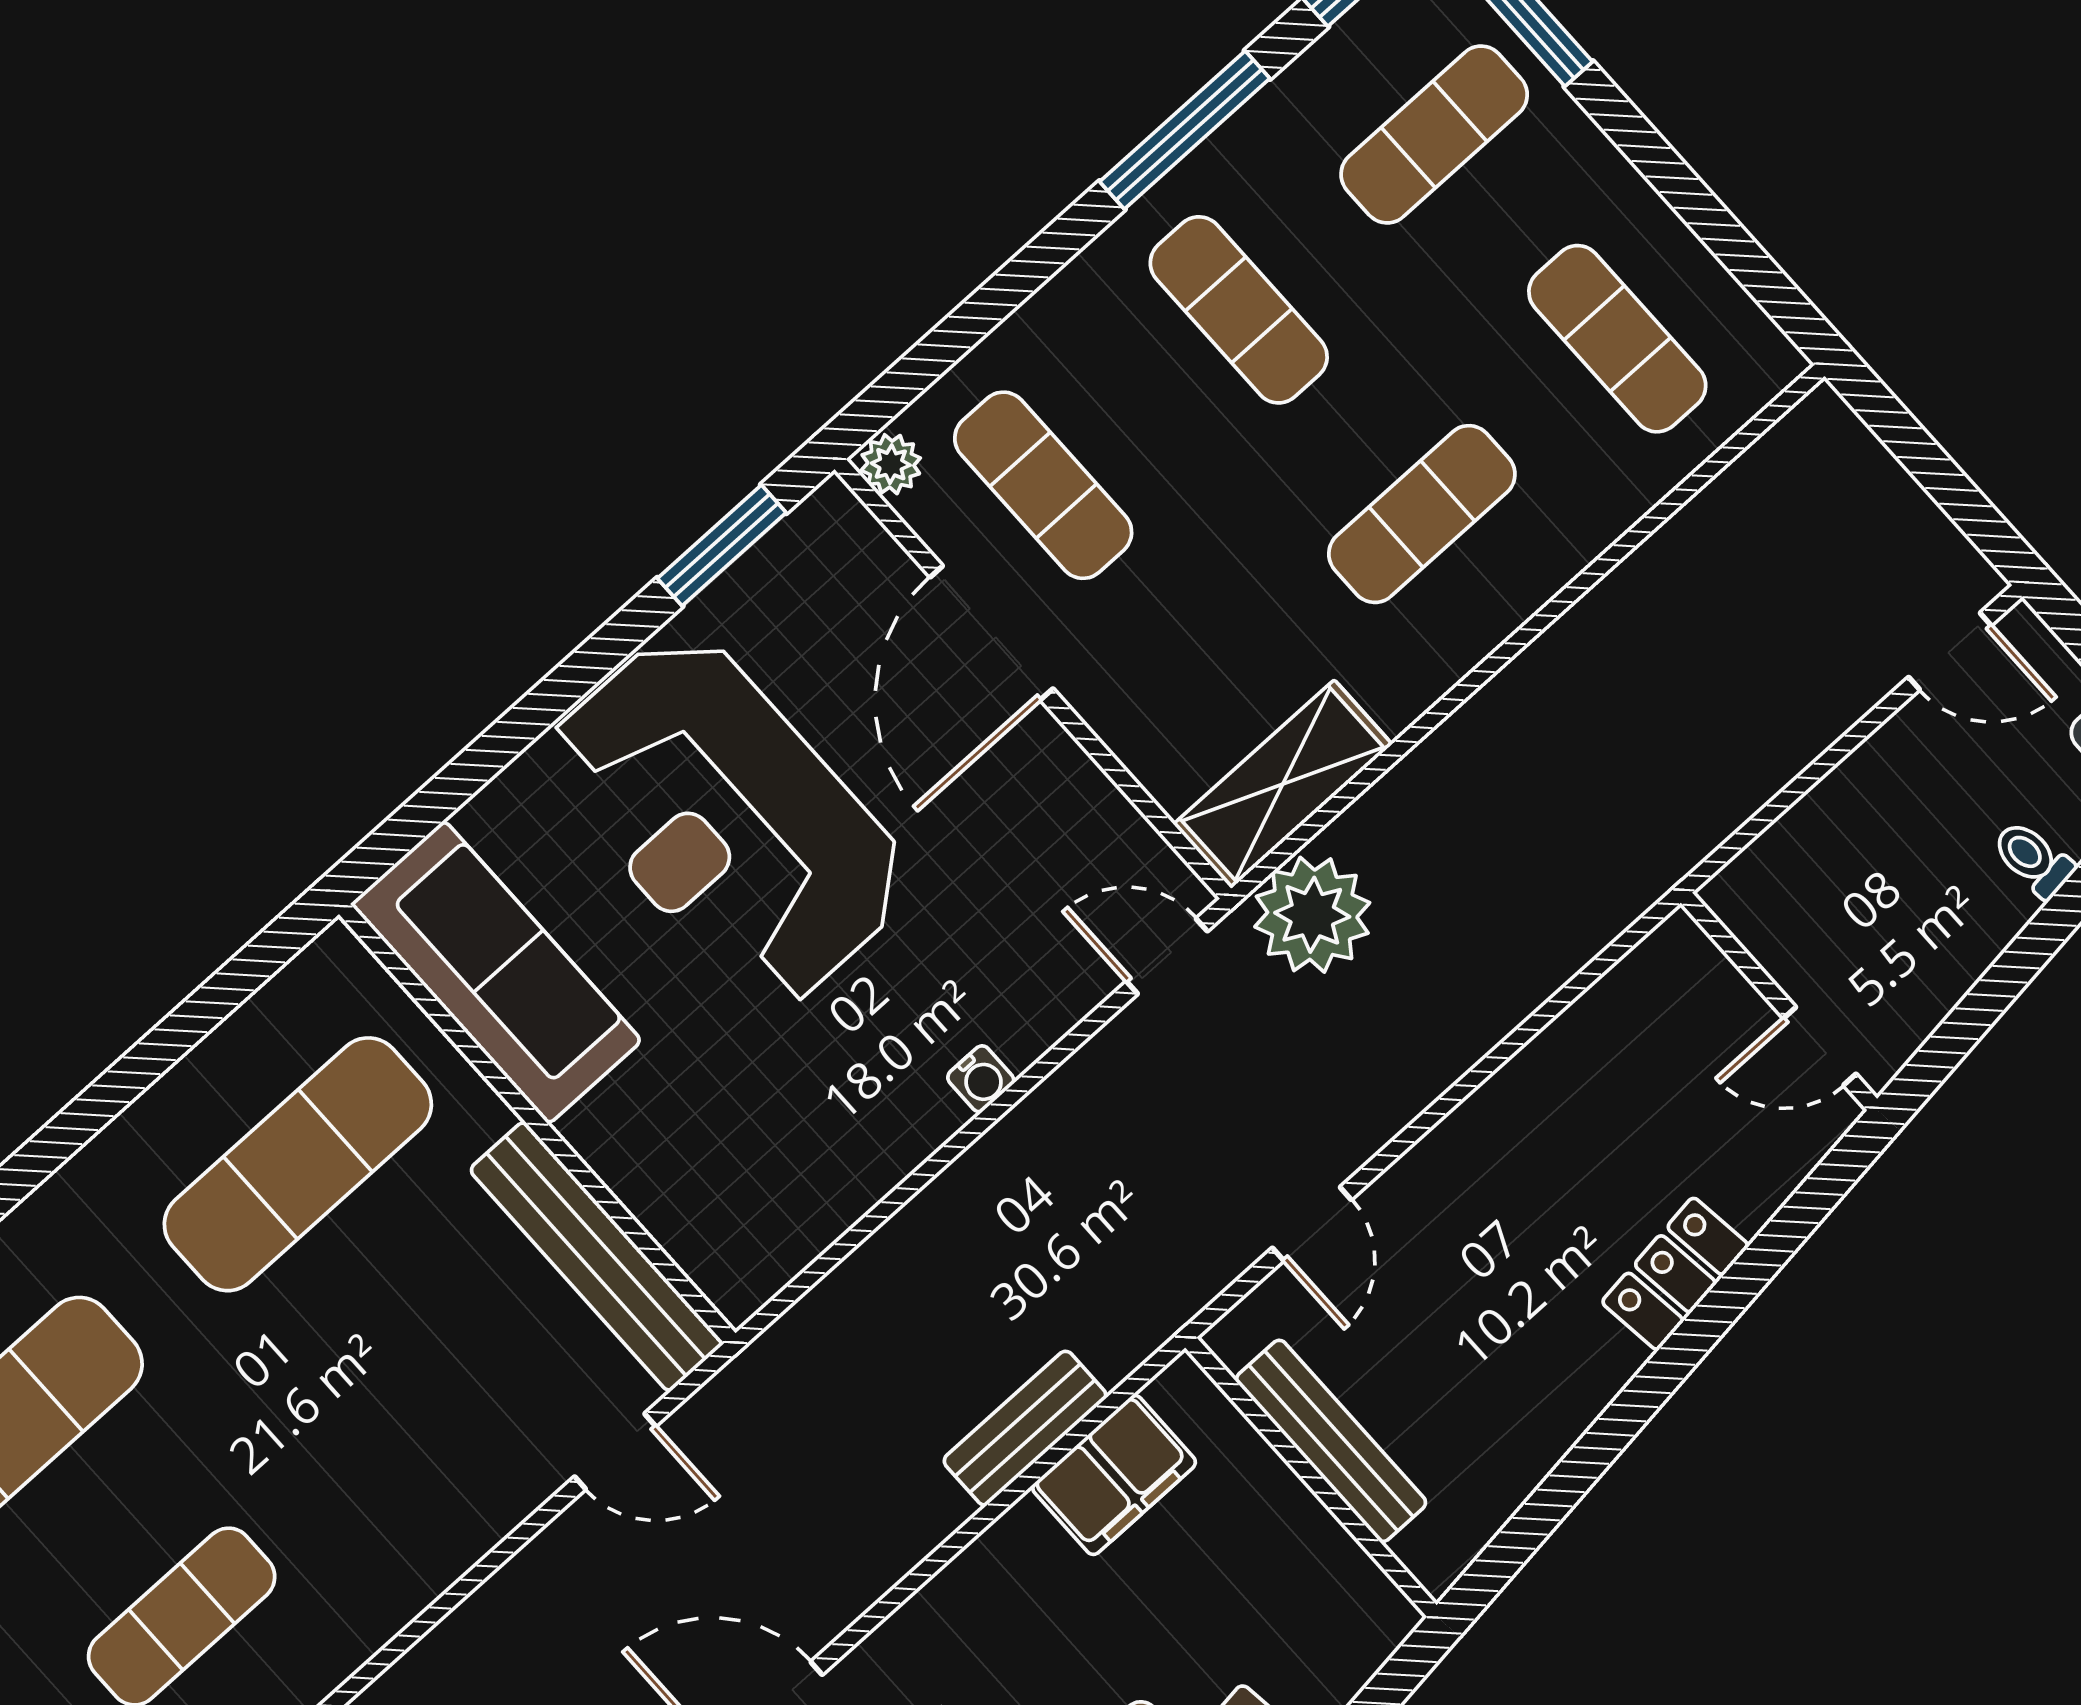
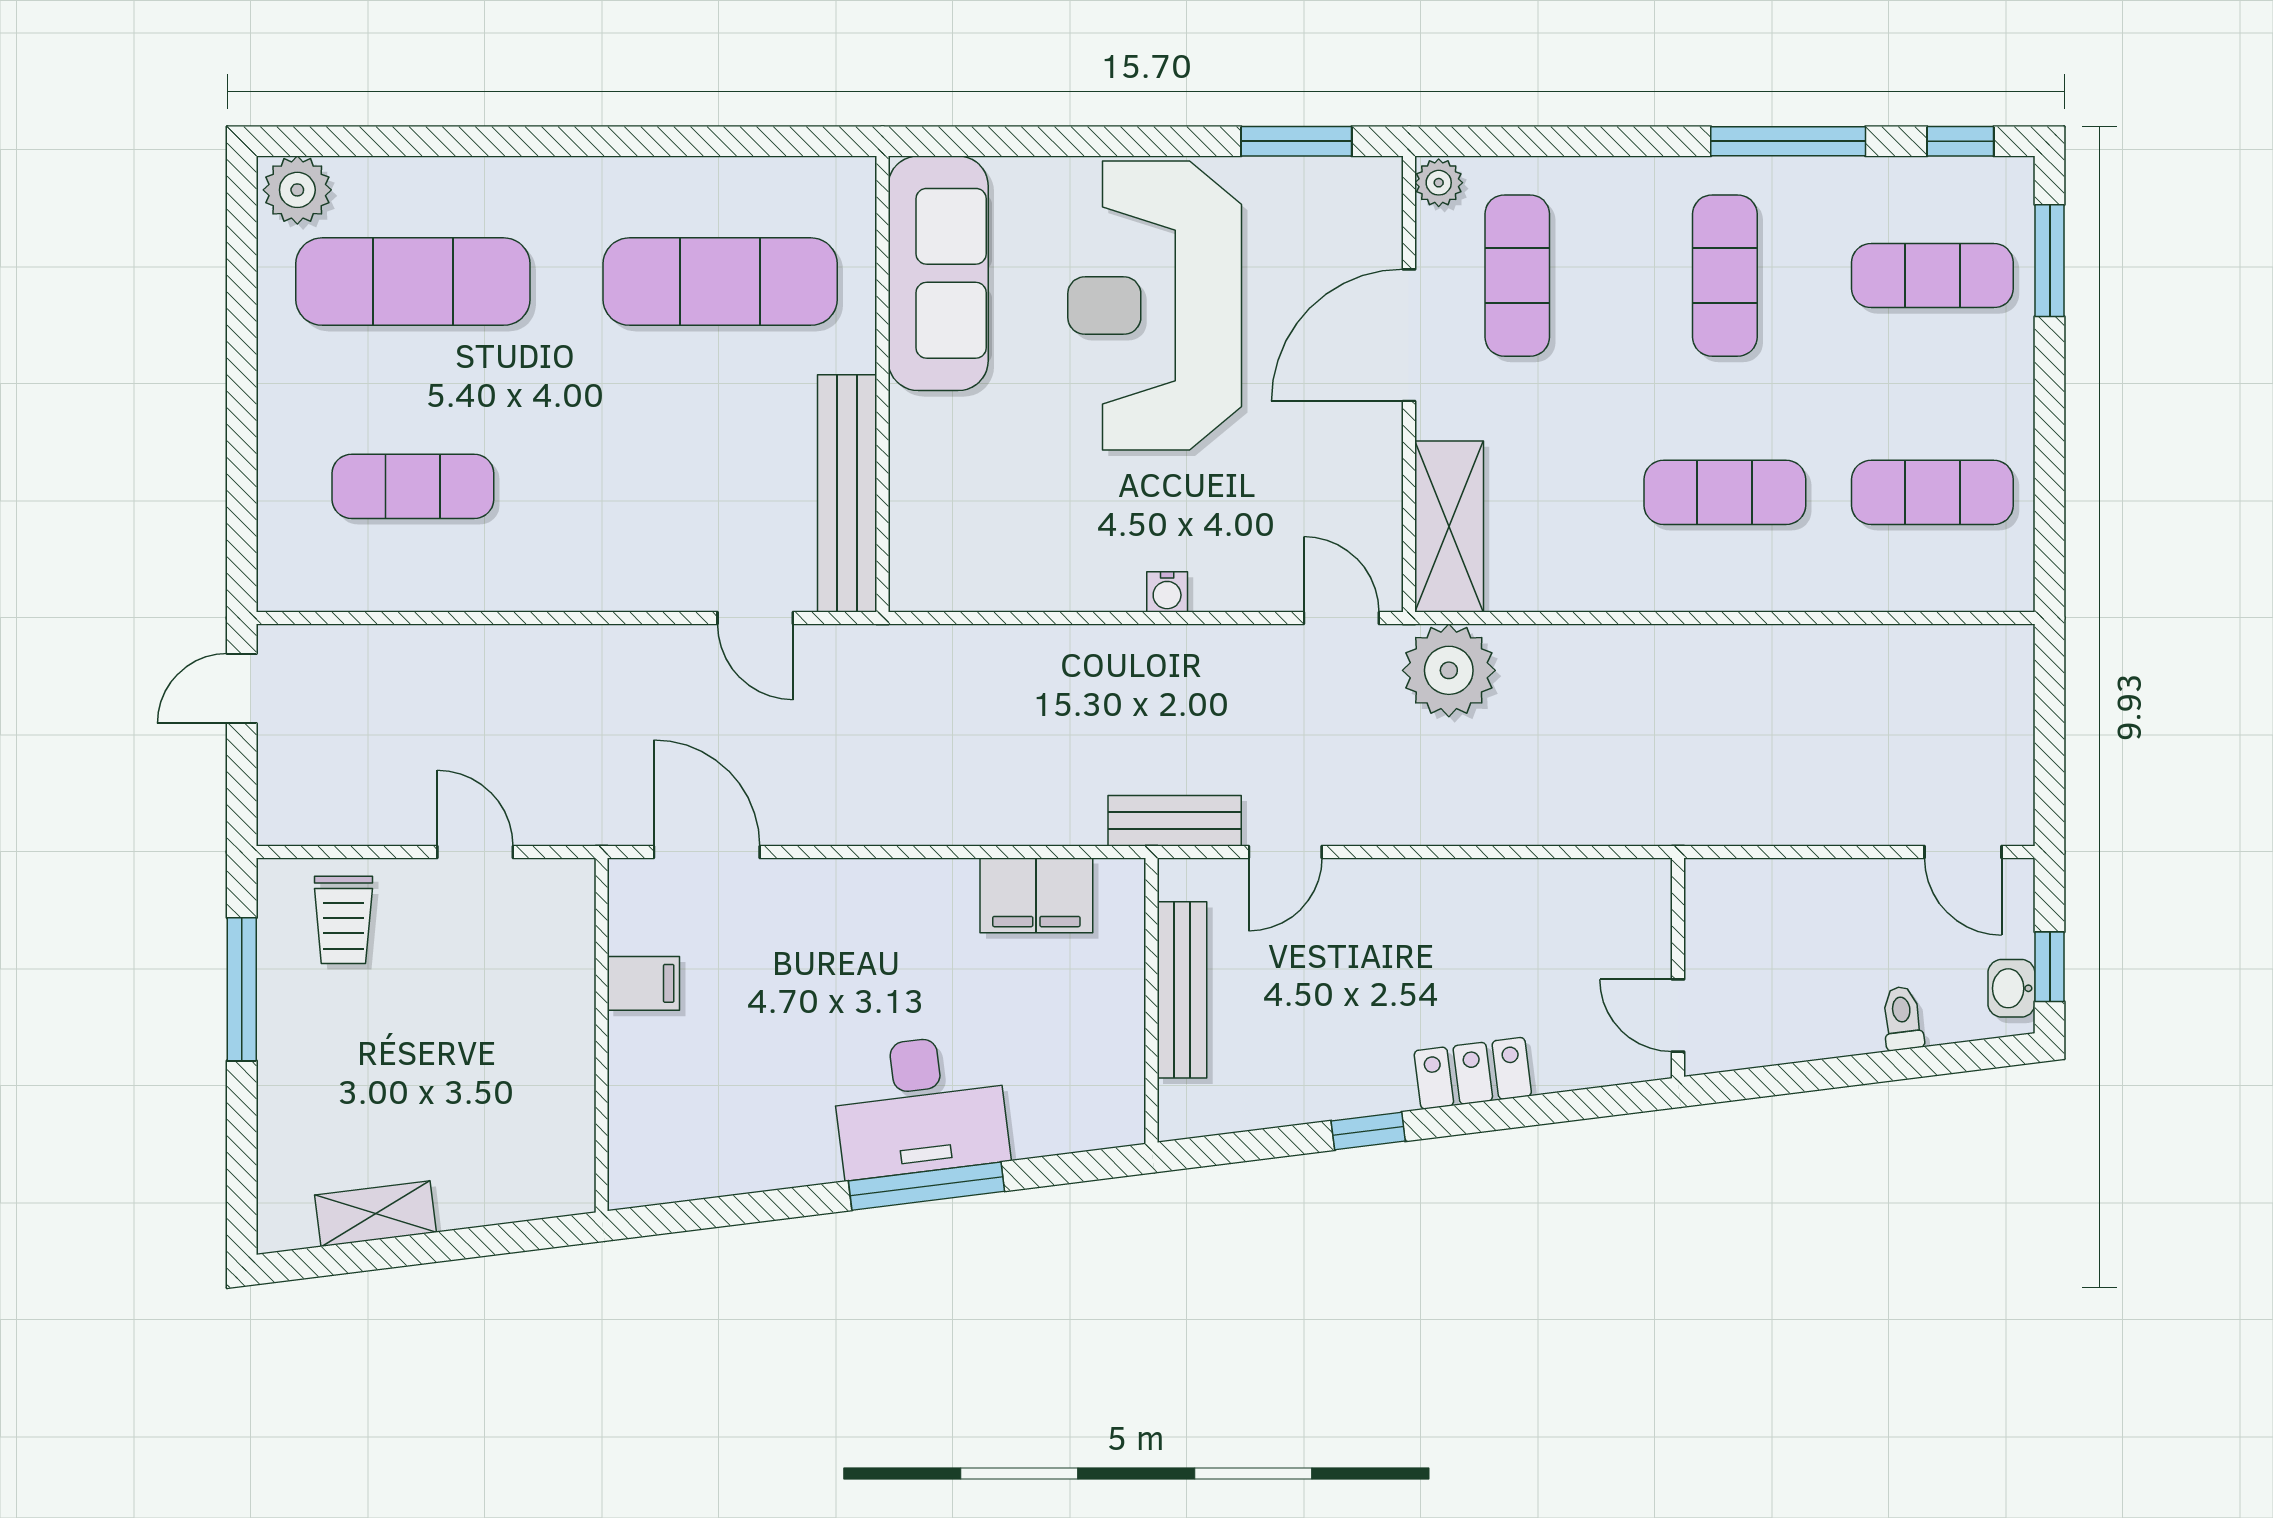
exercise mat: (1617, 339) -> (1932, 492), turned 90
shelving: (1283, 784) -> (1449, 527), moved, turned 90
window: (1626, 1417) -> (1368, 1131), added
bench: (1025, 1428) -> (1175, 821), moved

